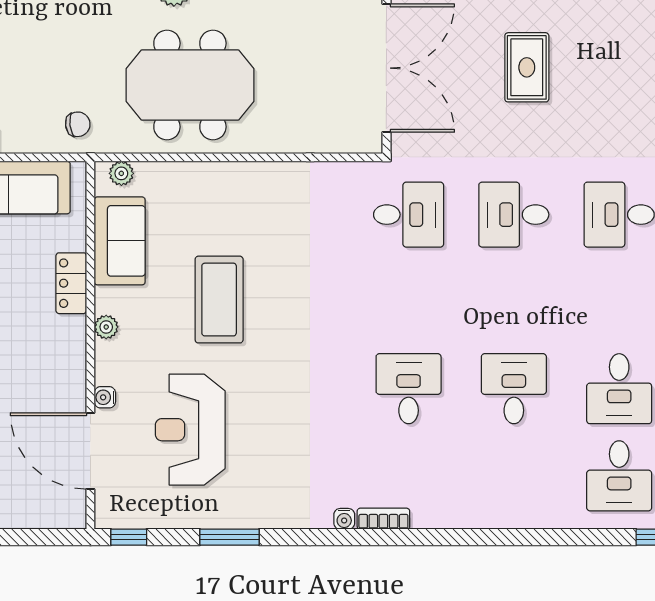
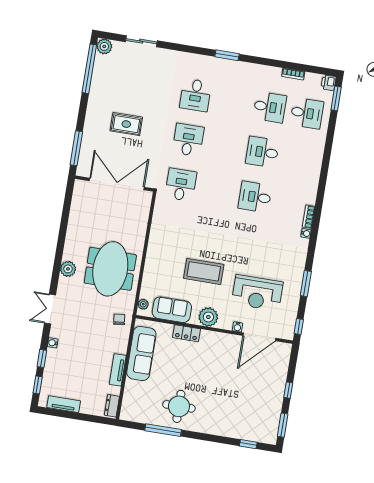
desk: (514, 215) -> (188, 140), turned 180
plant: (106, 327) -> (208, 317), width x1.87, depth x1.87

